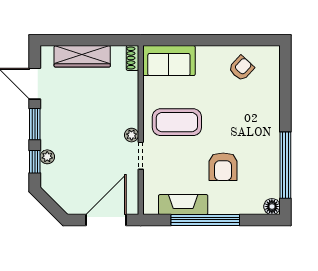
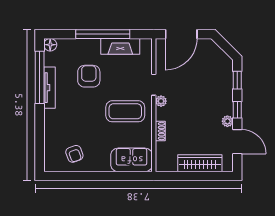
shoe rack: (132, 58) -> (160, 131), moved
armchair: (241, 68) -> (74, 154), turned -63
window: (35, 124) -> (237, 110), width x0.67
tv unit: (273, 152) -> (49, 88), added
plant: (47, 157) -> (227, 121), moved

